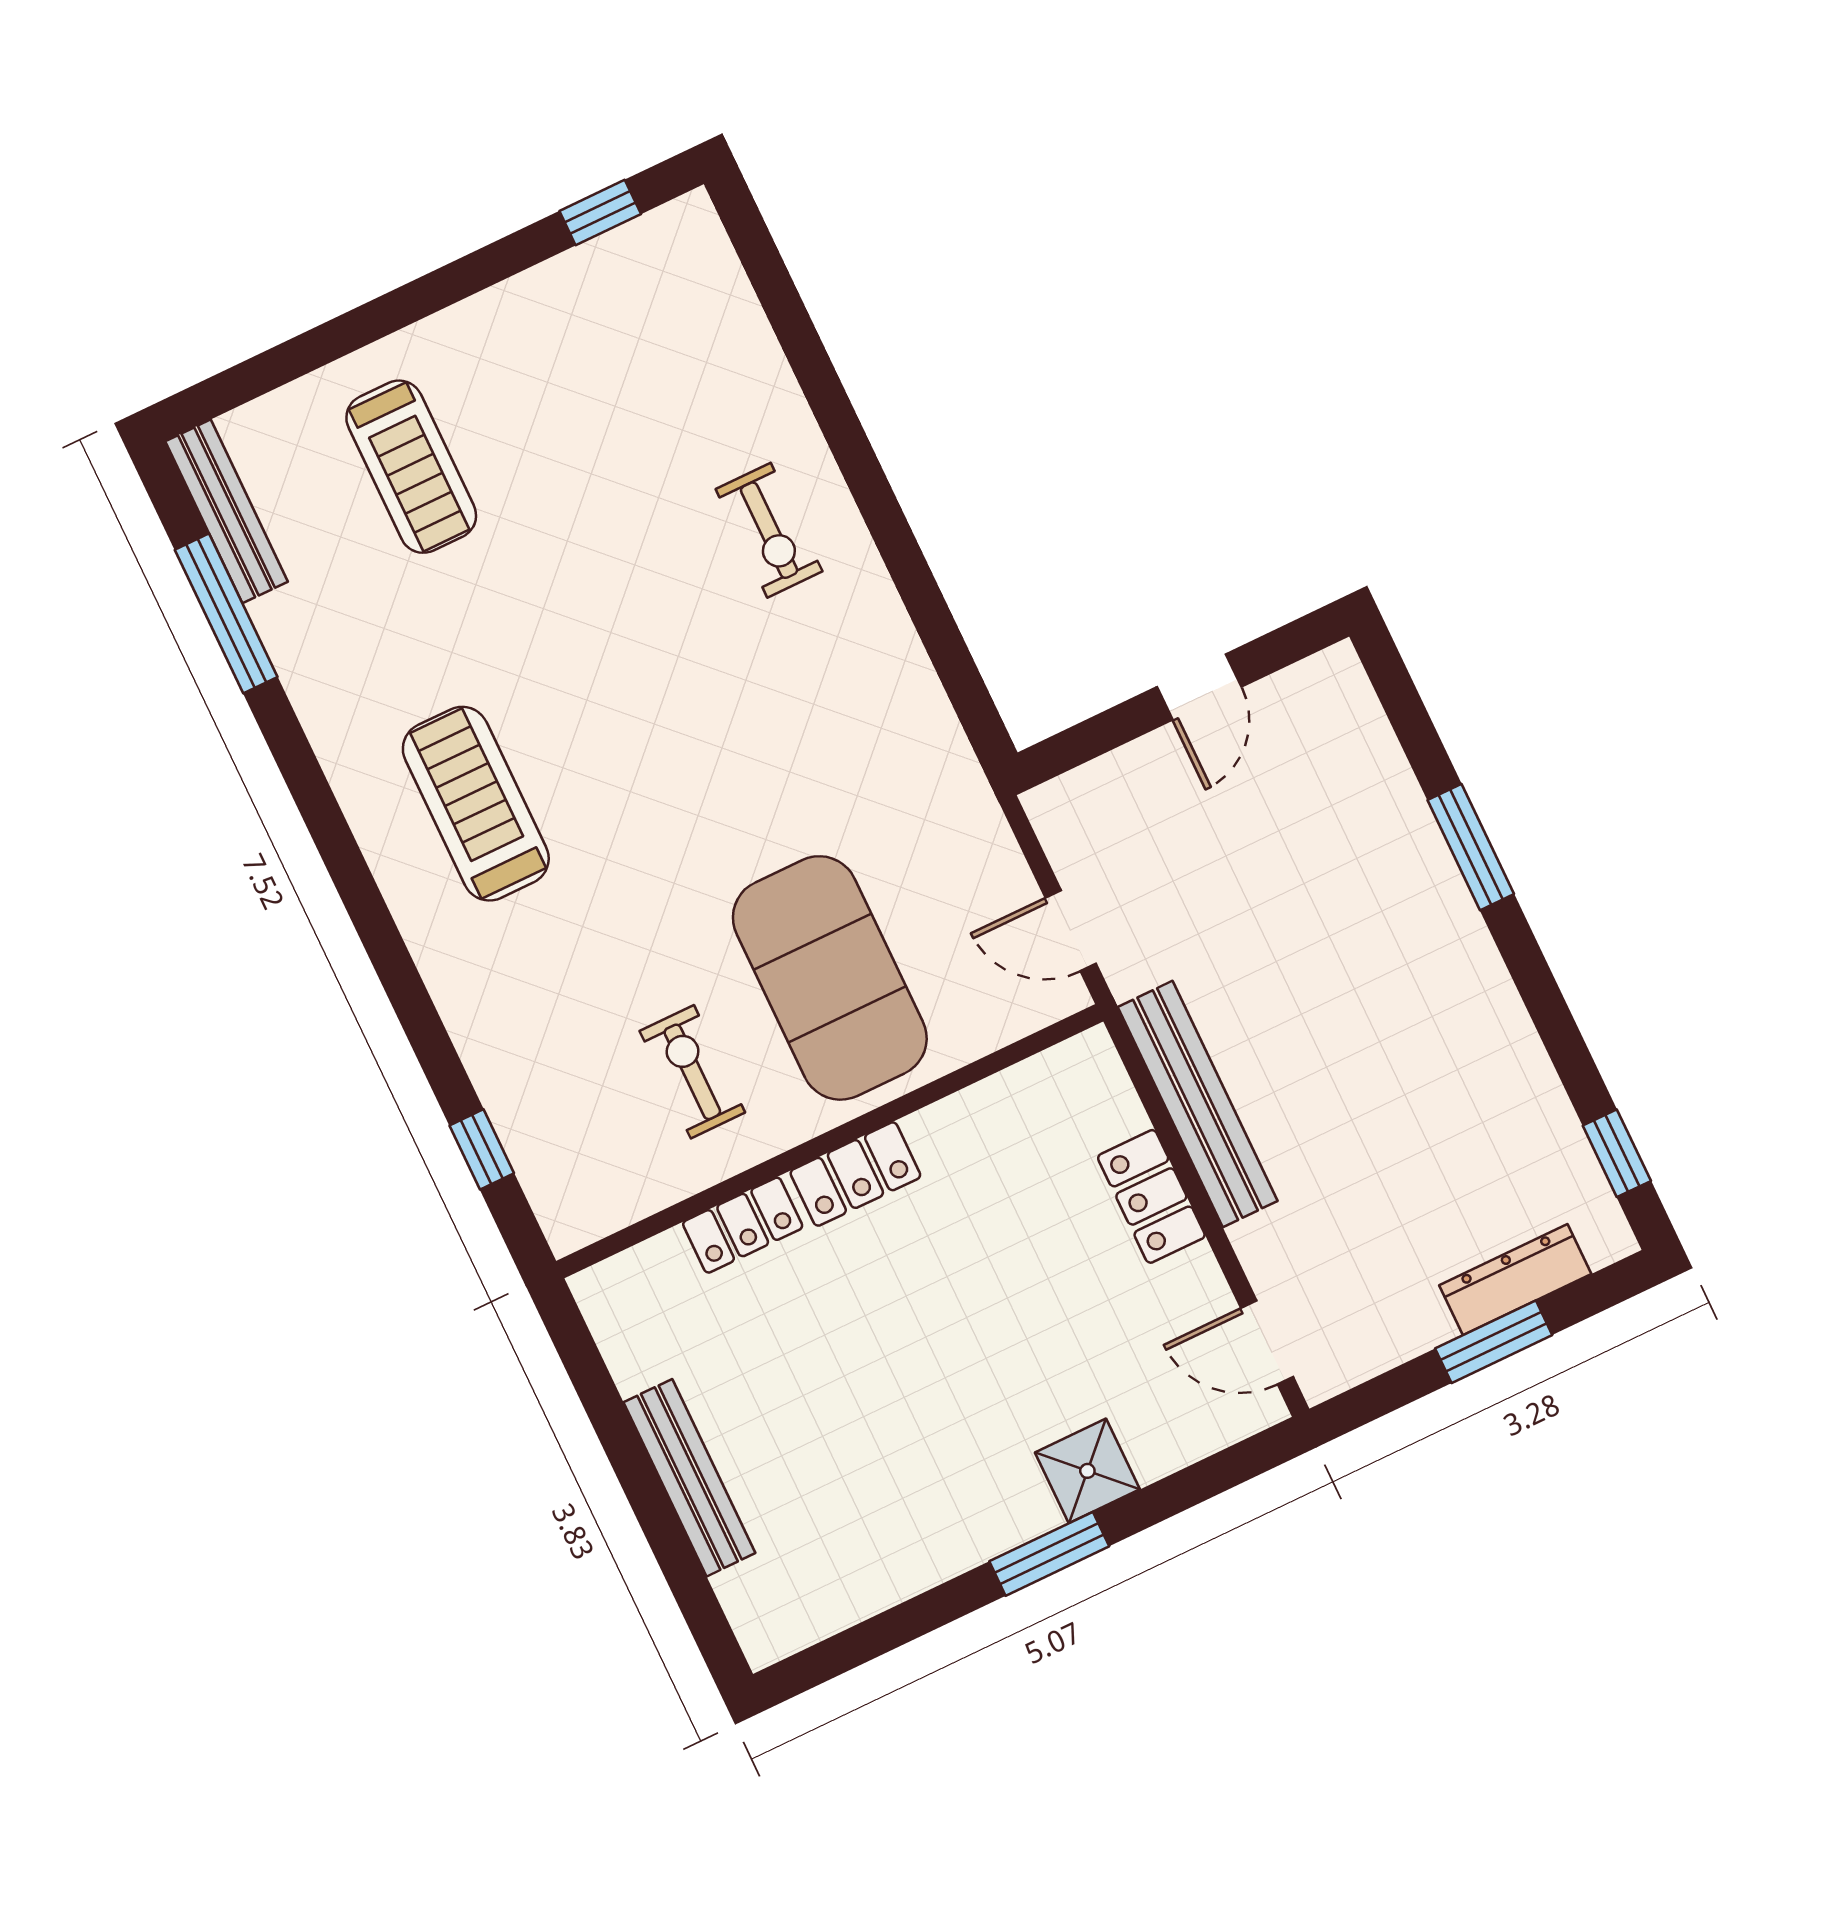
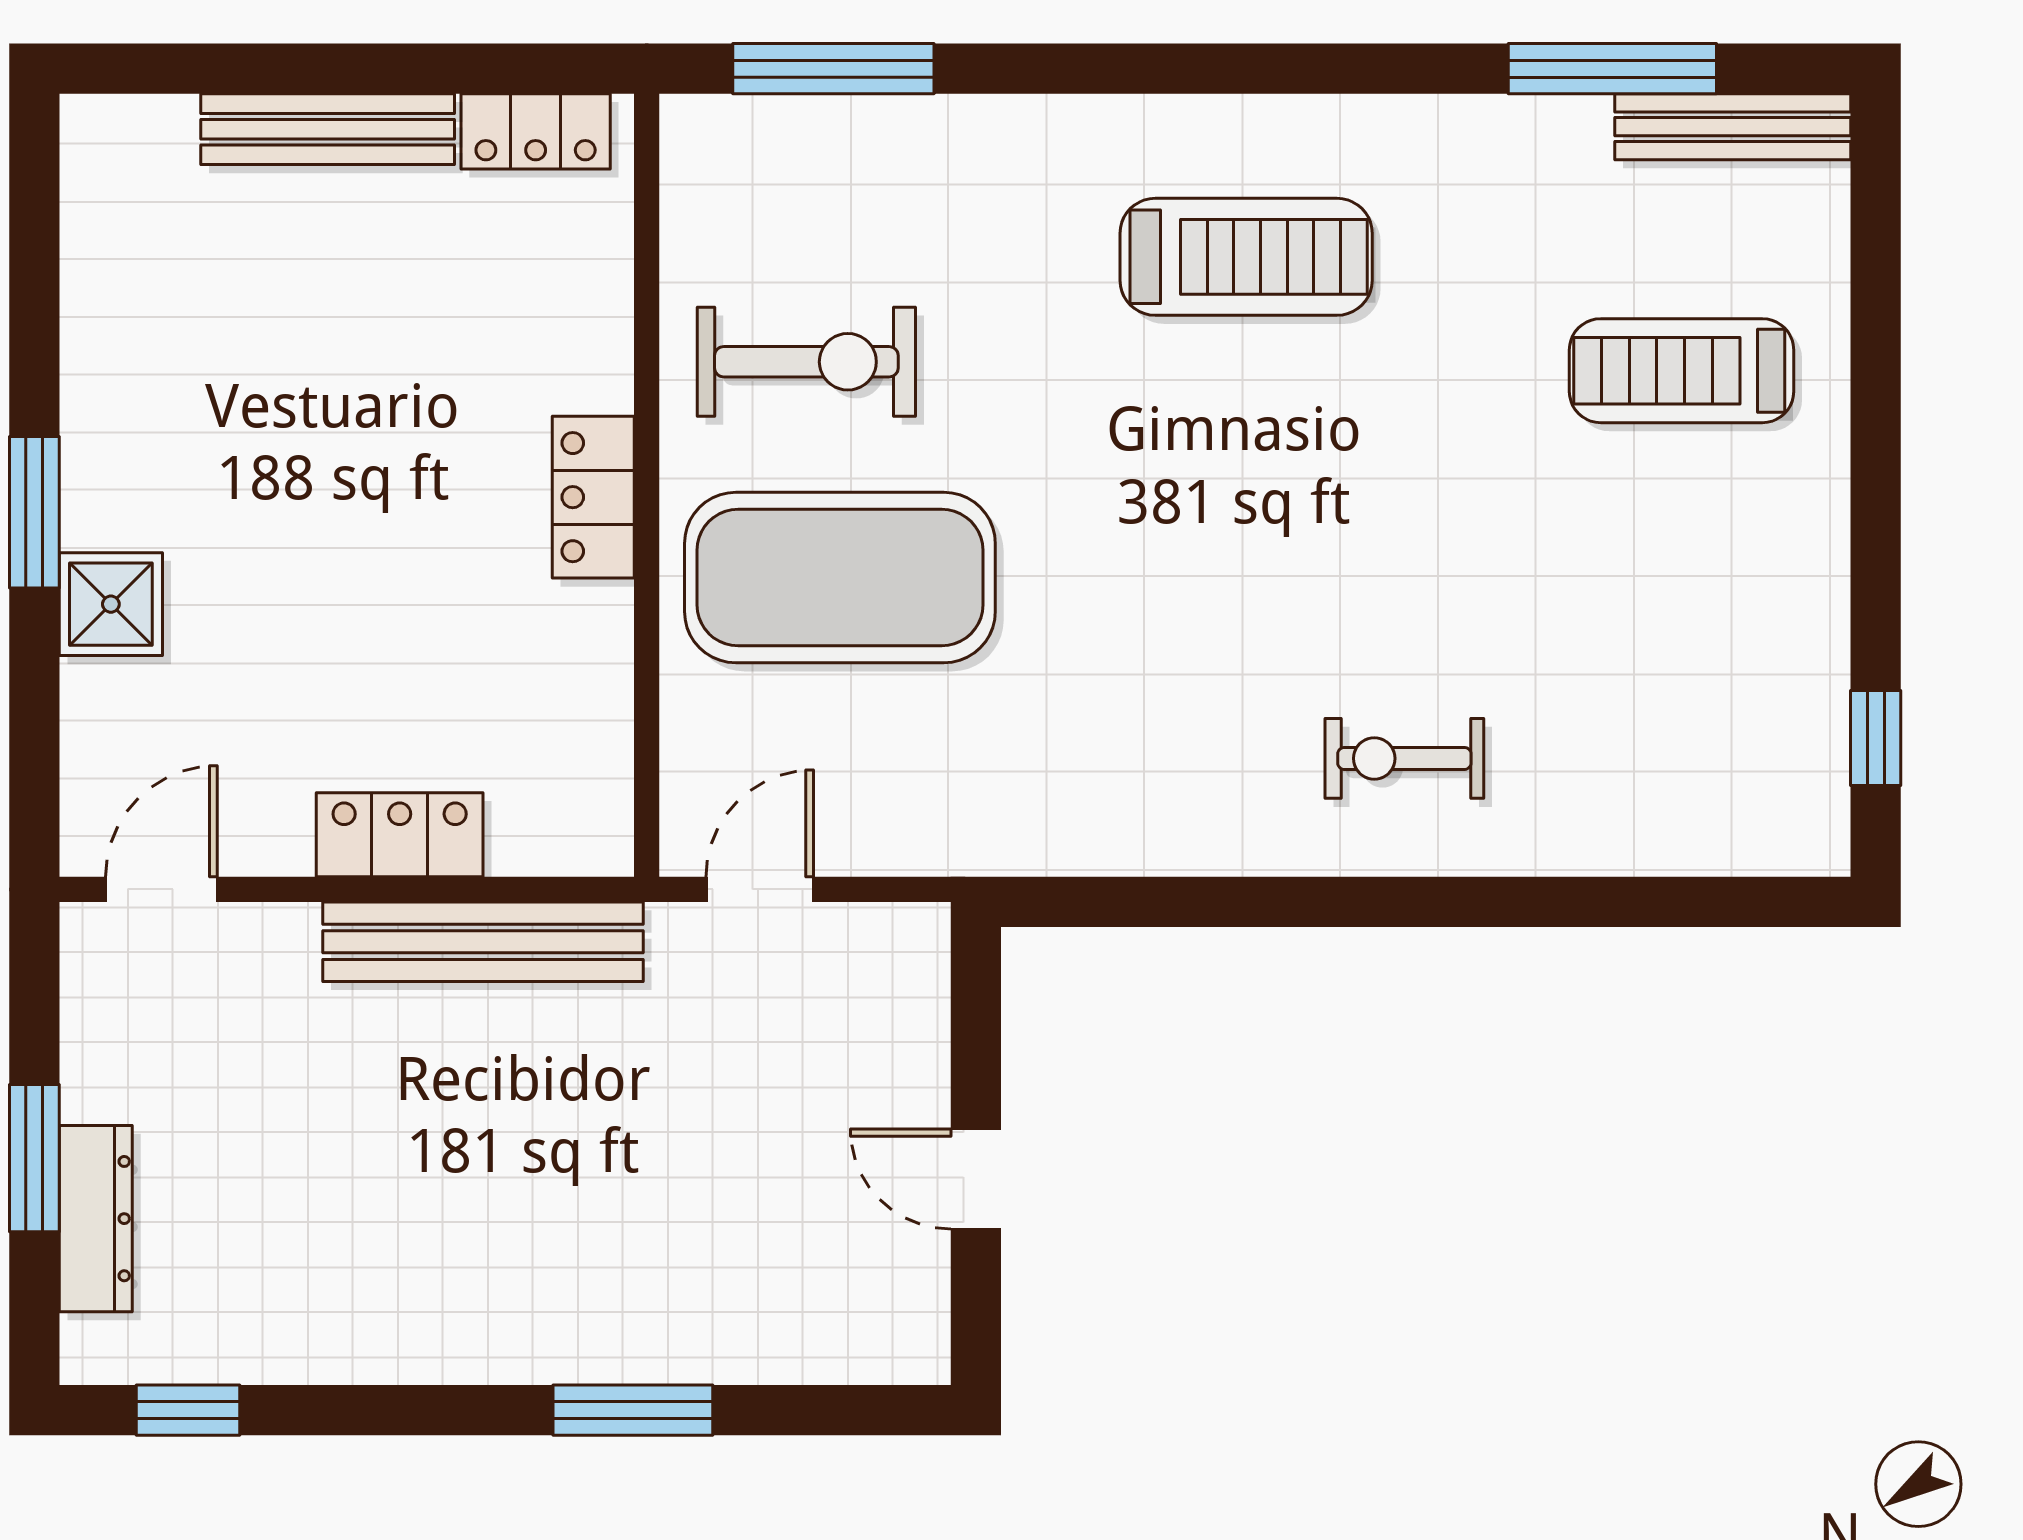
exercise bike: (692, 1072) -> (806, 362), width x1.38, depth x1.39
window: (482, 1149) -> (833, 69), width x2.17
locker: (743, 1225) -> (536, 131), moved, turned -90

